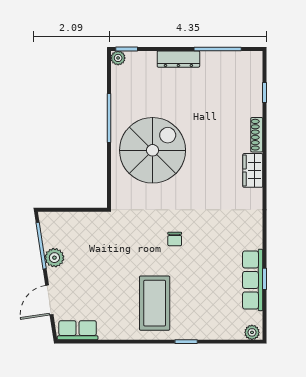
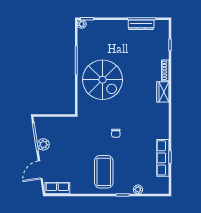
dresser: (178, 59) -> (141, 25), moved
spiral stairs: (153, 150) -> (103, 80), turned 90
plant: (252, 332) -> (138, 189), moved

